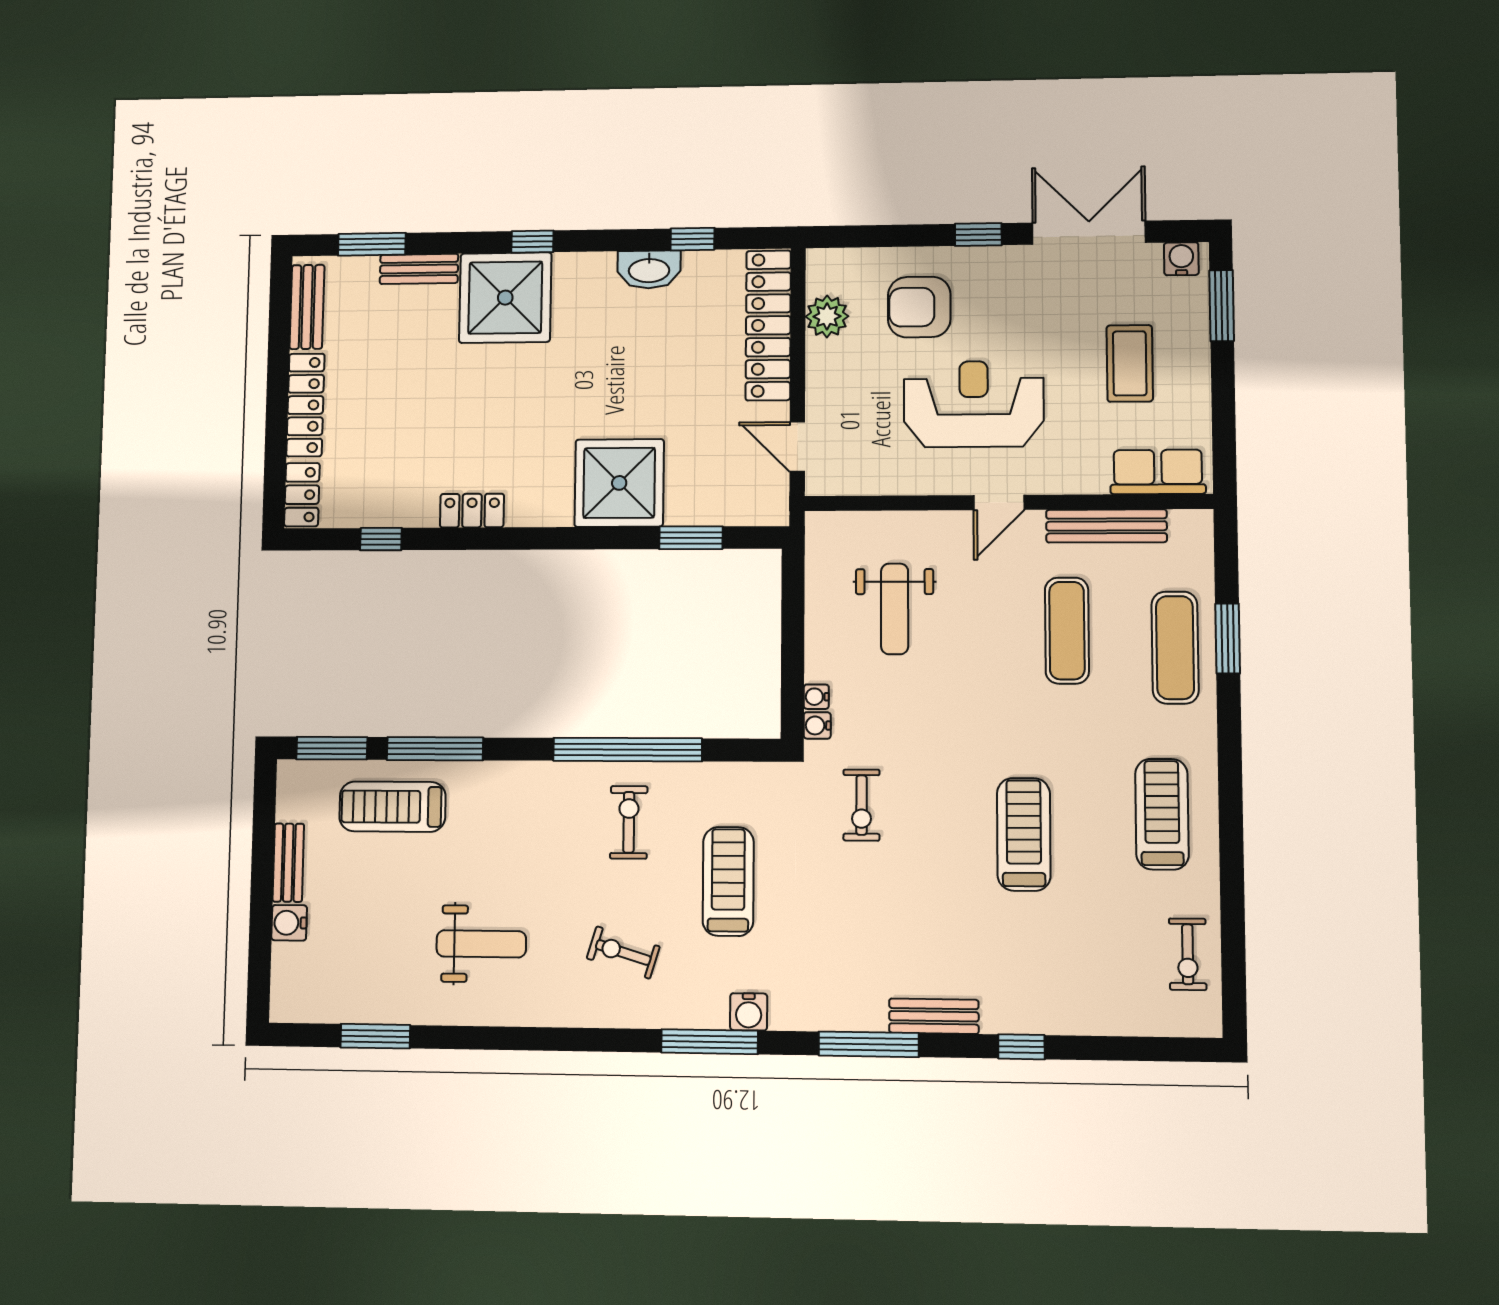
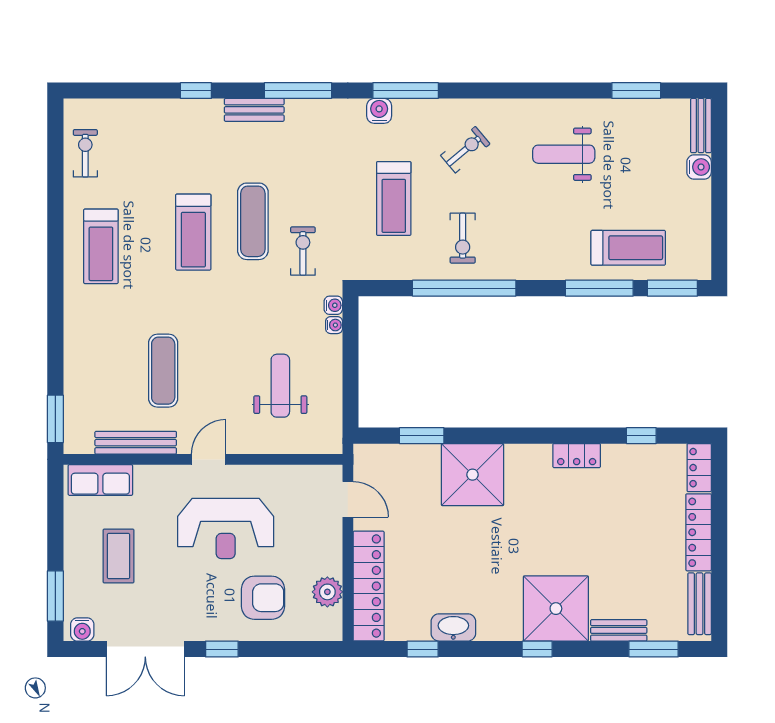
window: (1228, 638) -> (55, 419), moved
exercise mat: (1175, 648) -> (253, 221), moved
bench: (288, 863) -> (701, 126), moved
exercise bike: (623, 952) -> (465, 150), turned -57

